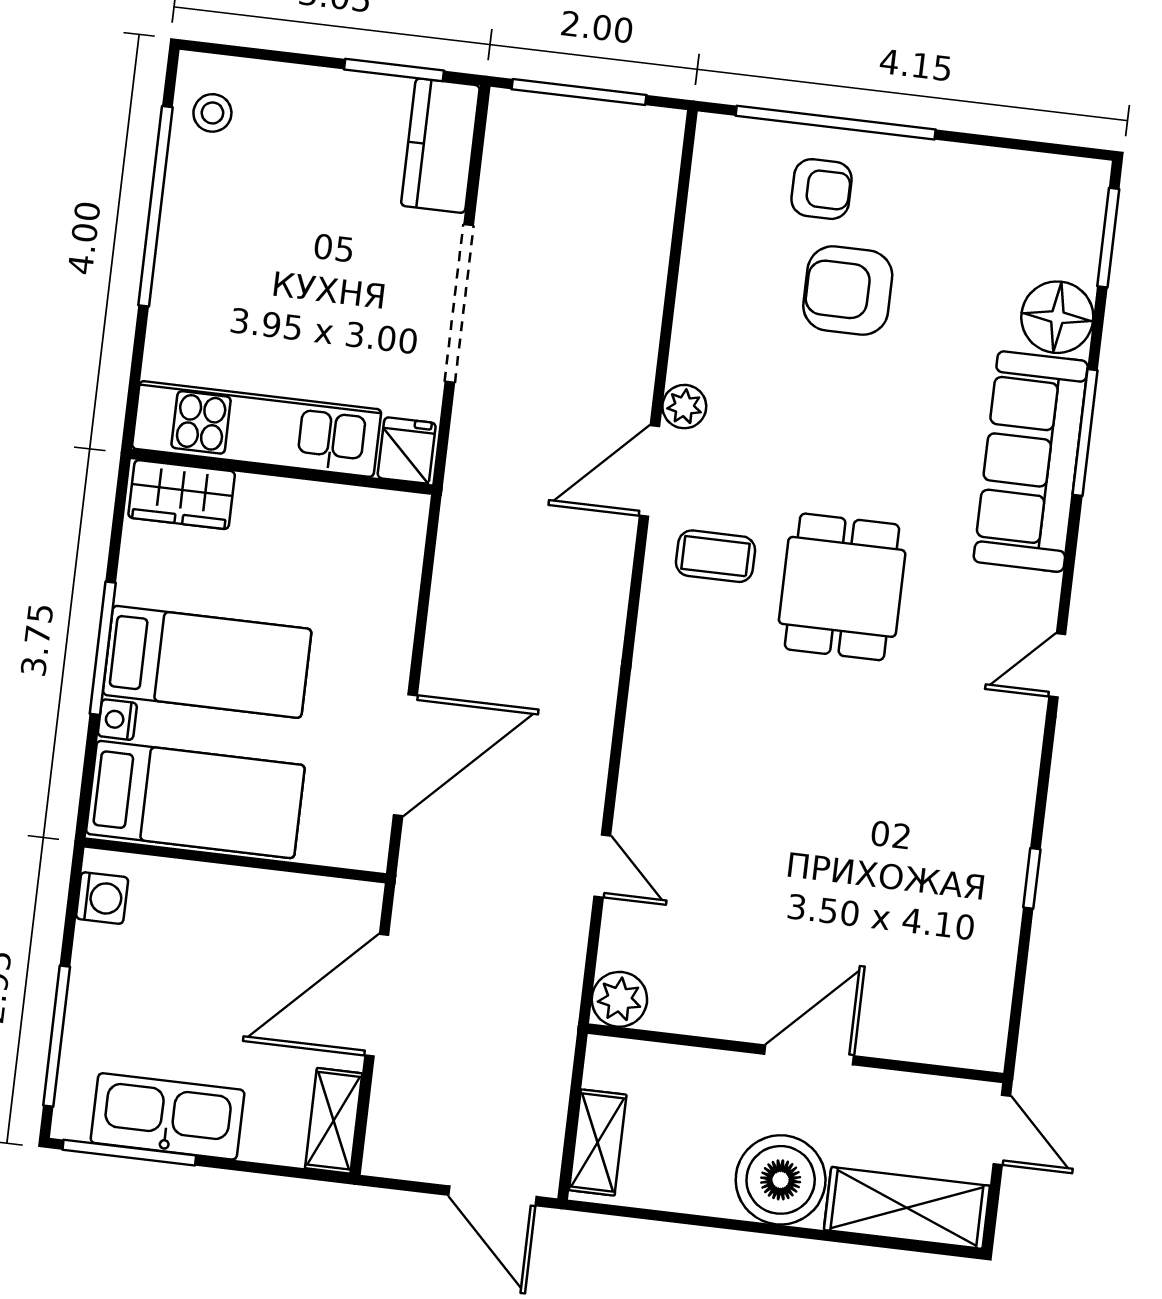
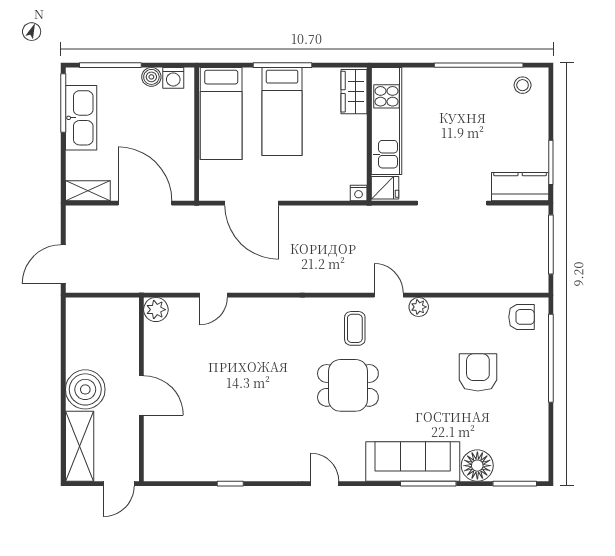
armchair: (822, 189) -> (522, 317), moved, turned -90
door: (649, 471) -> (389, 295), width x0.73
nightstand: (117, 720) -> (359, 193), moved, turned 180
boiler: (94, 947) -> (151, 77), added
shelving: (598, 1142) -> (92, 307), removed

